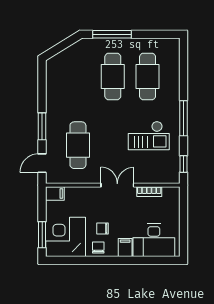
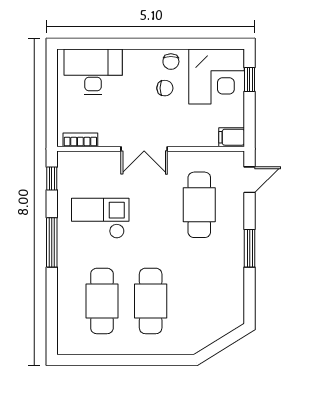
window: (112, 34) -> (152, 360), removed
window: (42, 126) -> (250, 248), moved
bookcase: (149, 192) -> (80, 140), moved
window: (42, 235) -> (250, 79), width x0.67
filing cabinet: (125, 247) -> (133, 62), removed

